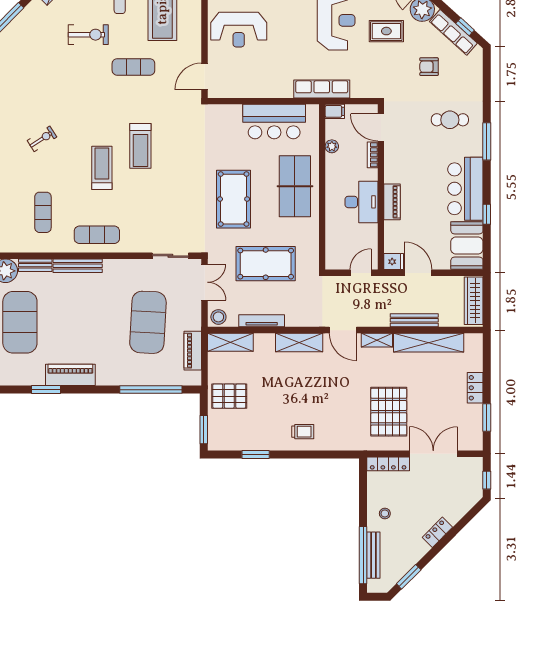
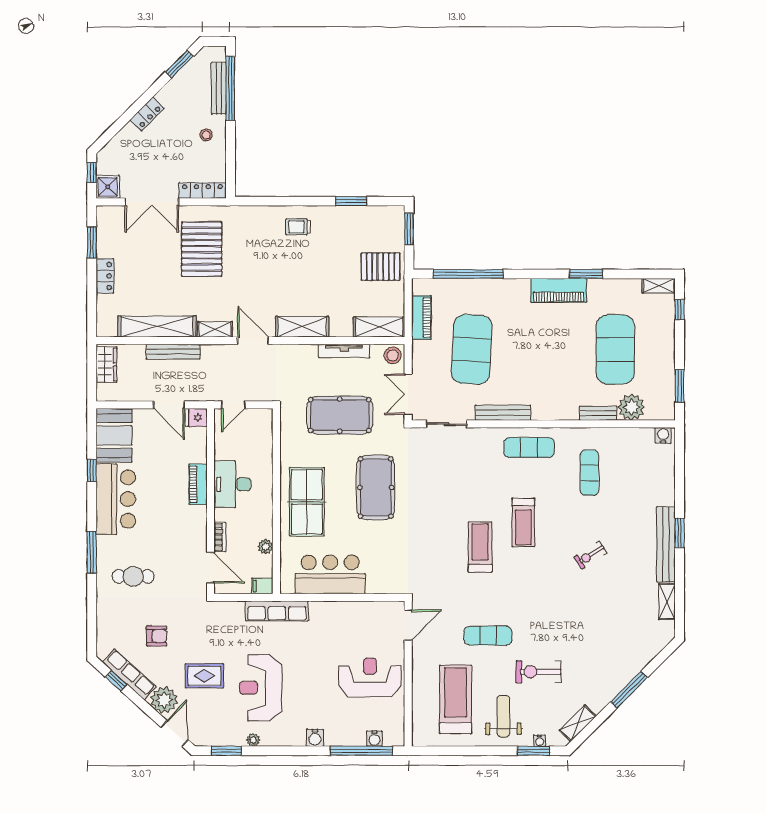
bench: (78, 266) -> (503, 413), moved
wardrobe: (474, 301) -> (106, 365), width x0.67
shower: (473, 467) -> (108, 187), added

